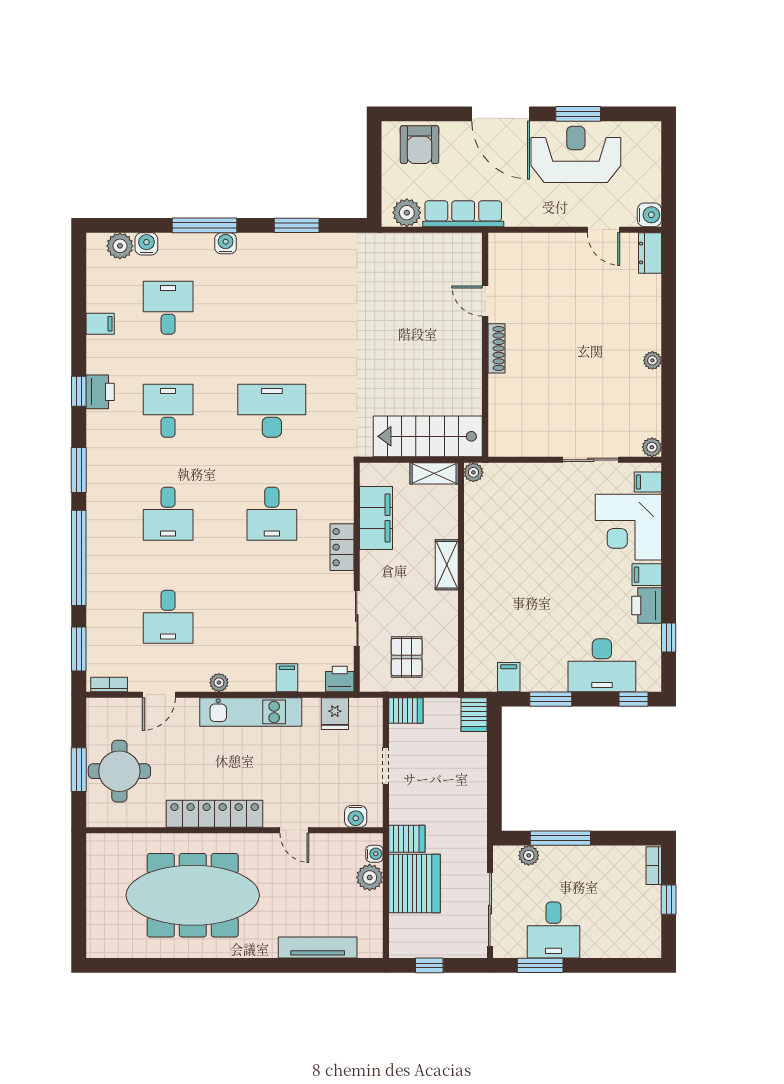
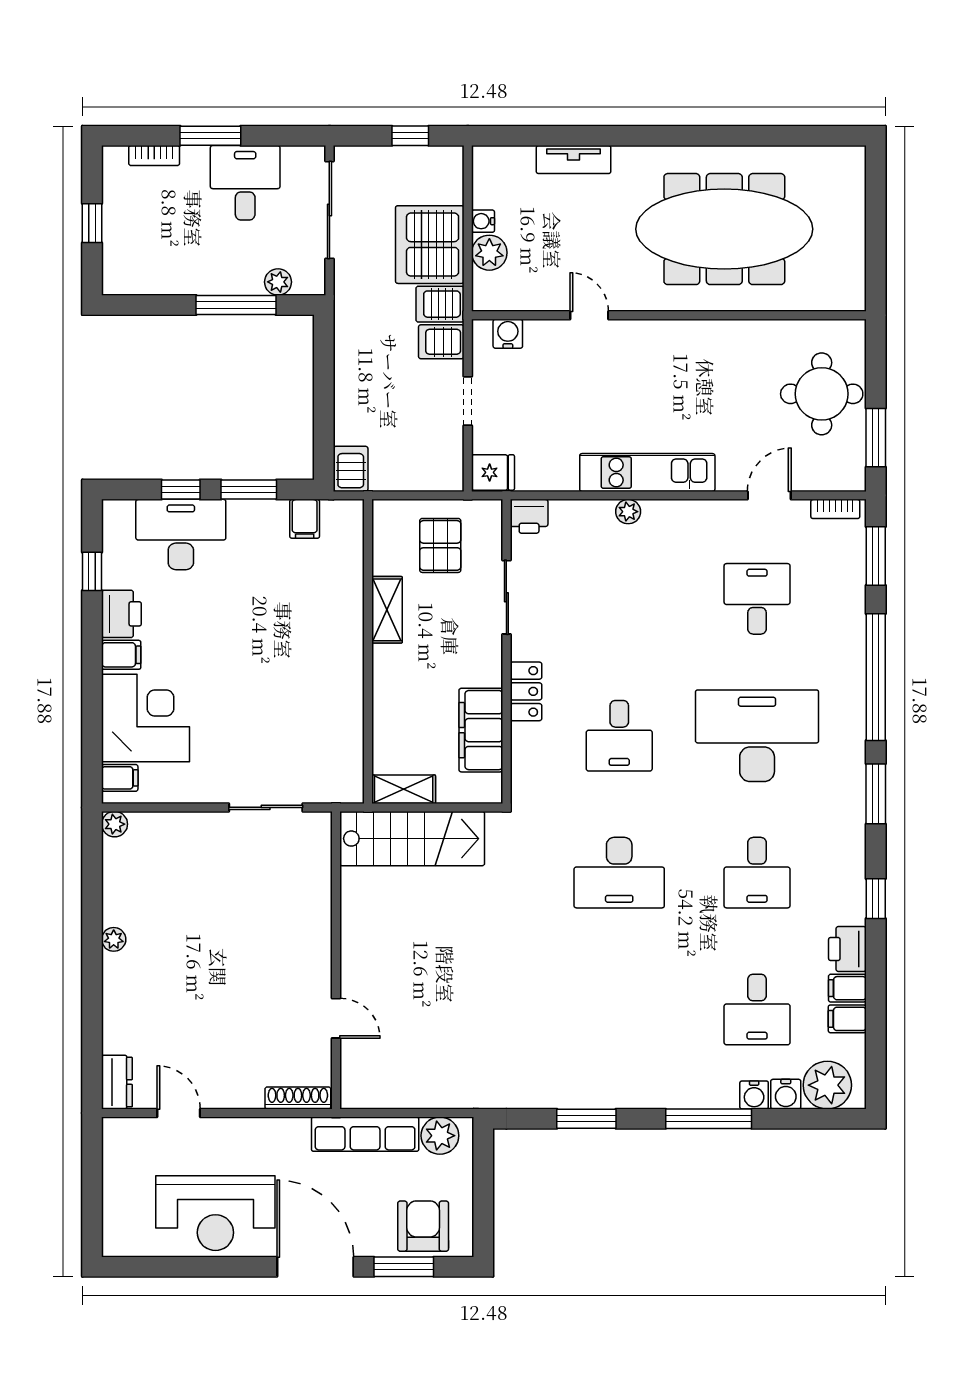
window: (578, 114) -> (404, 1267), moved
water cooler: (649, 215) -> (118, 1133), removed
water cooler: (226, 243) -> (754, 1095), moved
plant: (120, 246) -> (827, 1085), width x1.36, depth x1.36
shoe rack: (496, 348) -> (298, 1098), moved, turned 90
printer: (100, 392) -> (847, 949), moved
sliding door: (591, 460) -> (266, 807), moved
plant: (473, 472) -> (351, 791), removed
desk: (168, 514) -> (757, 736), width x1.87, depth x1.30
desk: (272, 514) -> (619, 736), turned 180
shelving: (447, 565) -> (387, 610), moved
filing cabinet: (287, 678) -> (847, 1019), moved, turned 90
plant: (219, 683) -> (628, 512), moved
window: (633, 699) -> (181, 490), moved
server rack: (406, 710) -> (441, 342), moved
fridge: (335, 714) -> (493, 472), moved, turned 90
window: (79, 770) -> (876, 438), moved
locker: (215, 814) -> (695, 337), removed
water cooler: (374, 854) -> (483, 221), moved
bookcase: (654, 866) -> (154, 156), moved, turned 90
tv unit: (318, 948) -> (574, 160), width x0.71
window: (540, 965) -> (210, 136), moved

